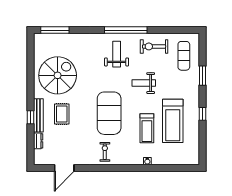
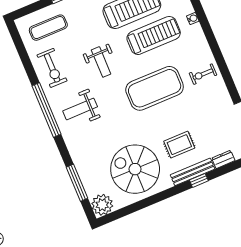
window: (55, 30) -> (77, 183), moved
plant: (42, 41) -> (102, 205), added
treadmill: (147, 128) -> (154, 35), width x1.37, depth x1.38

